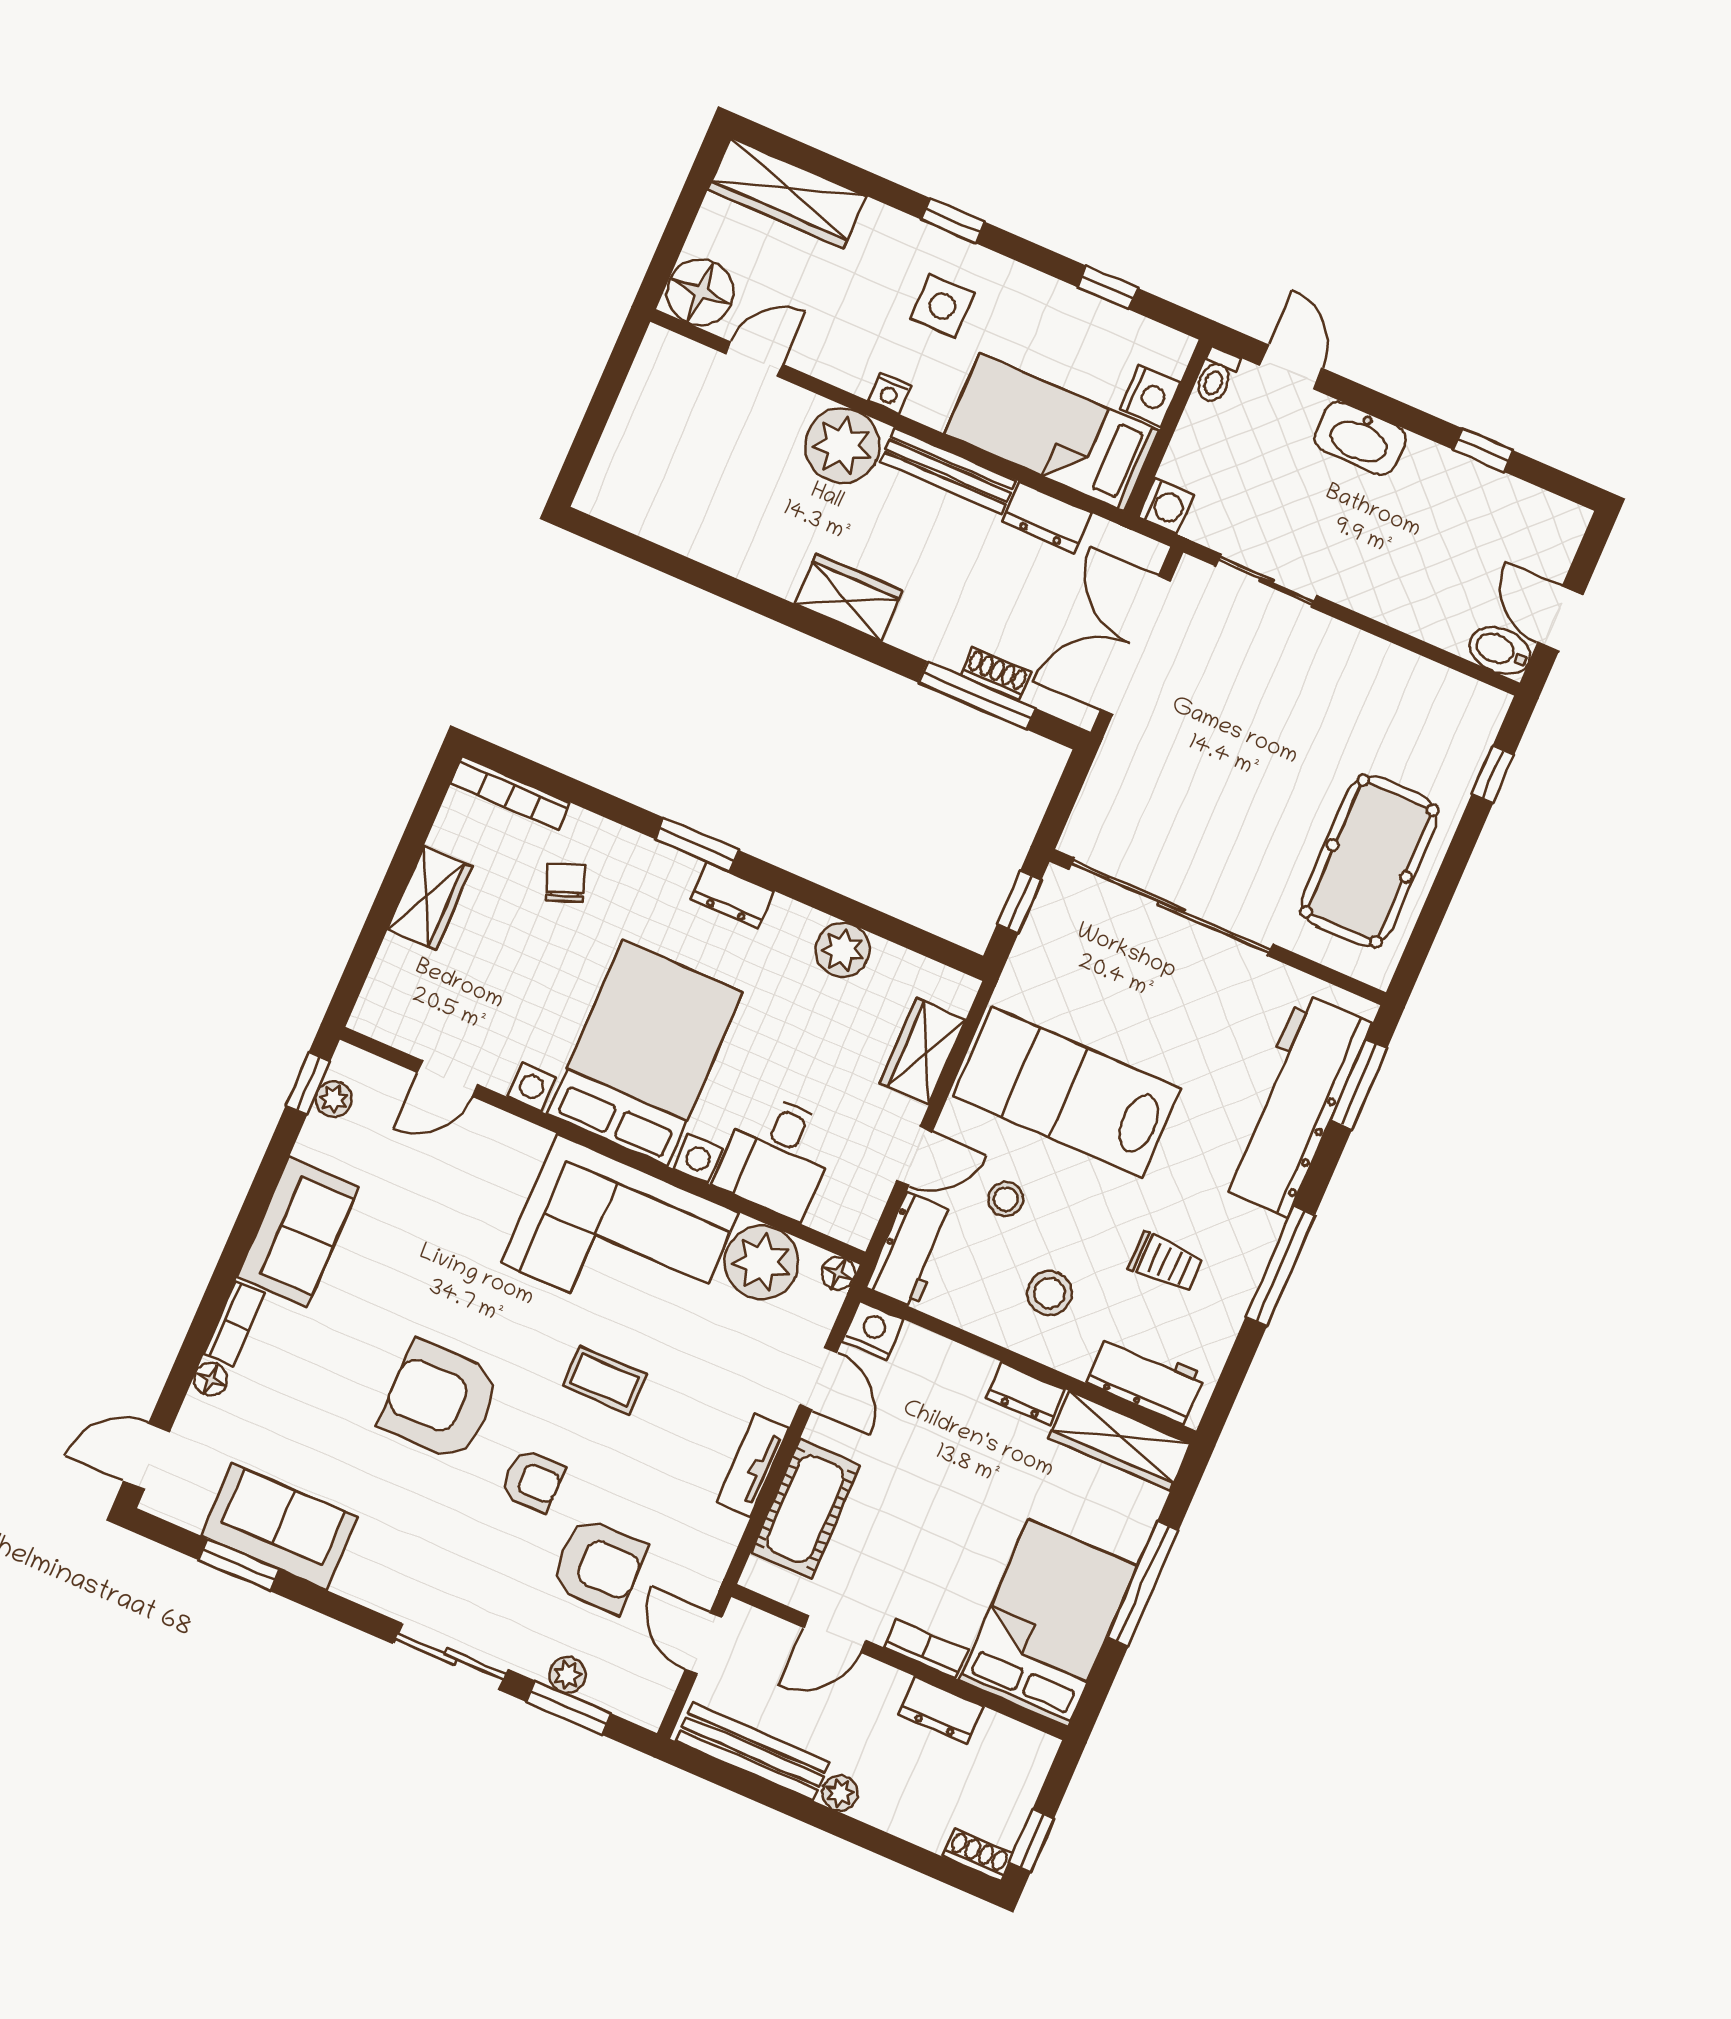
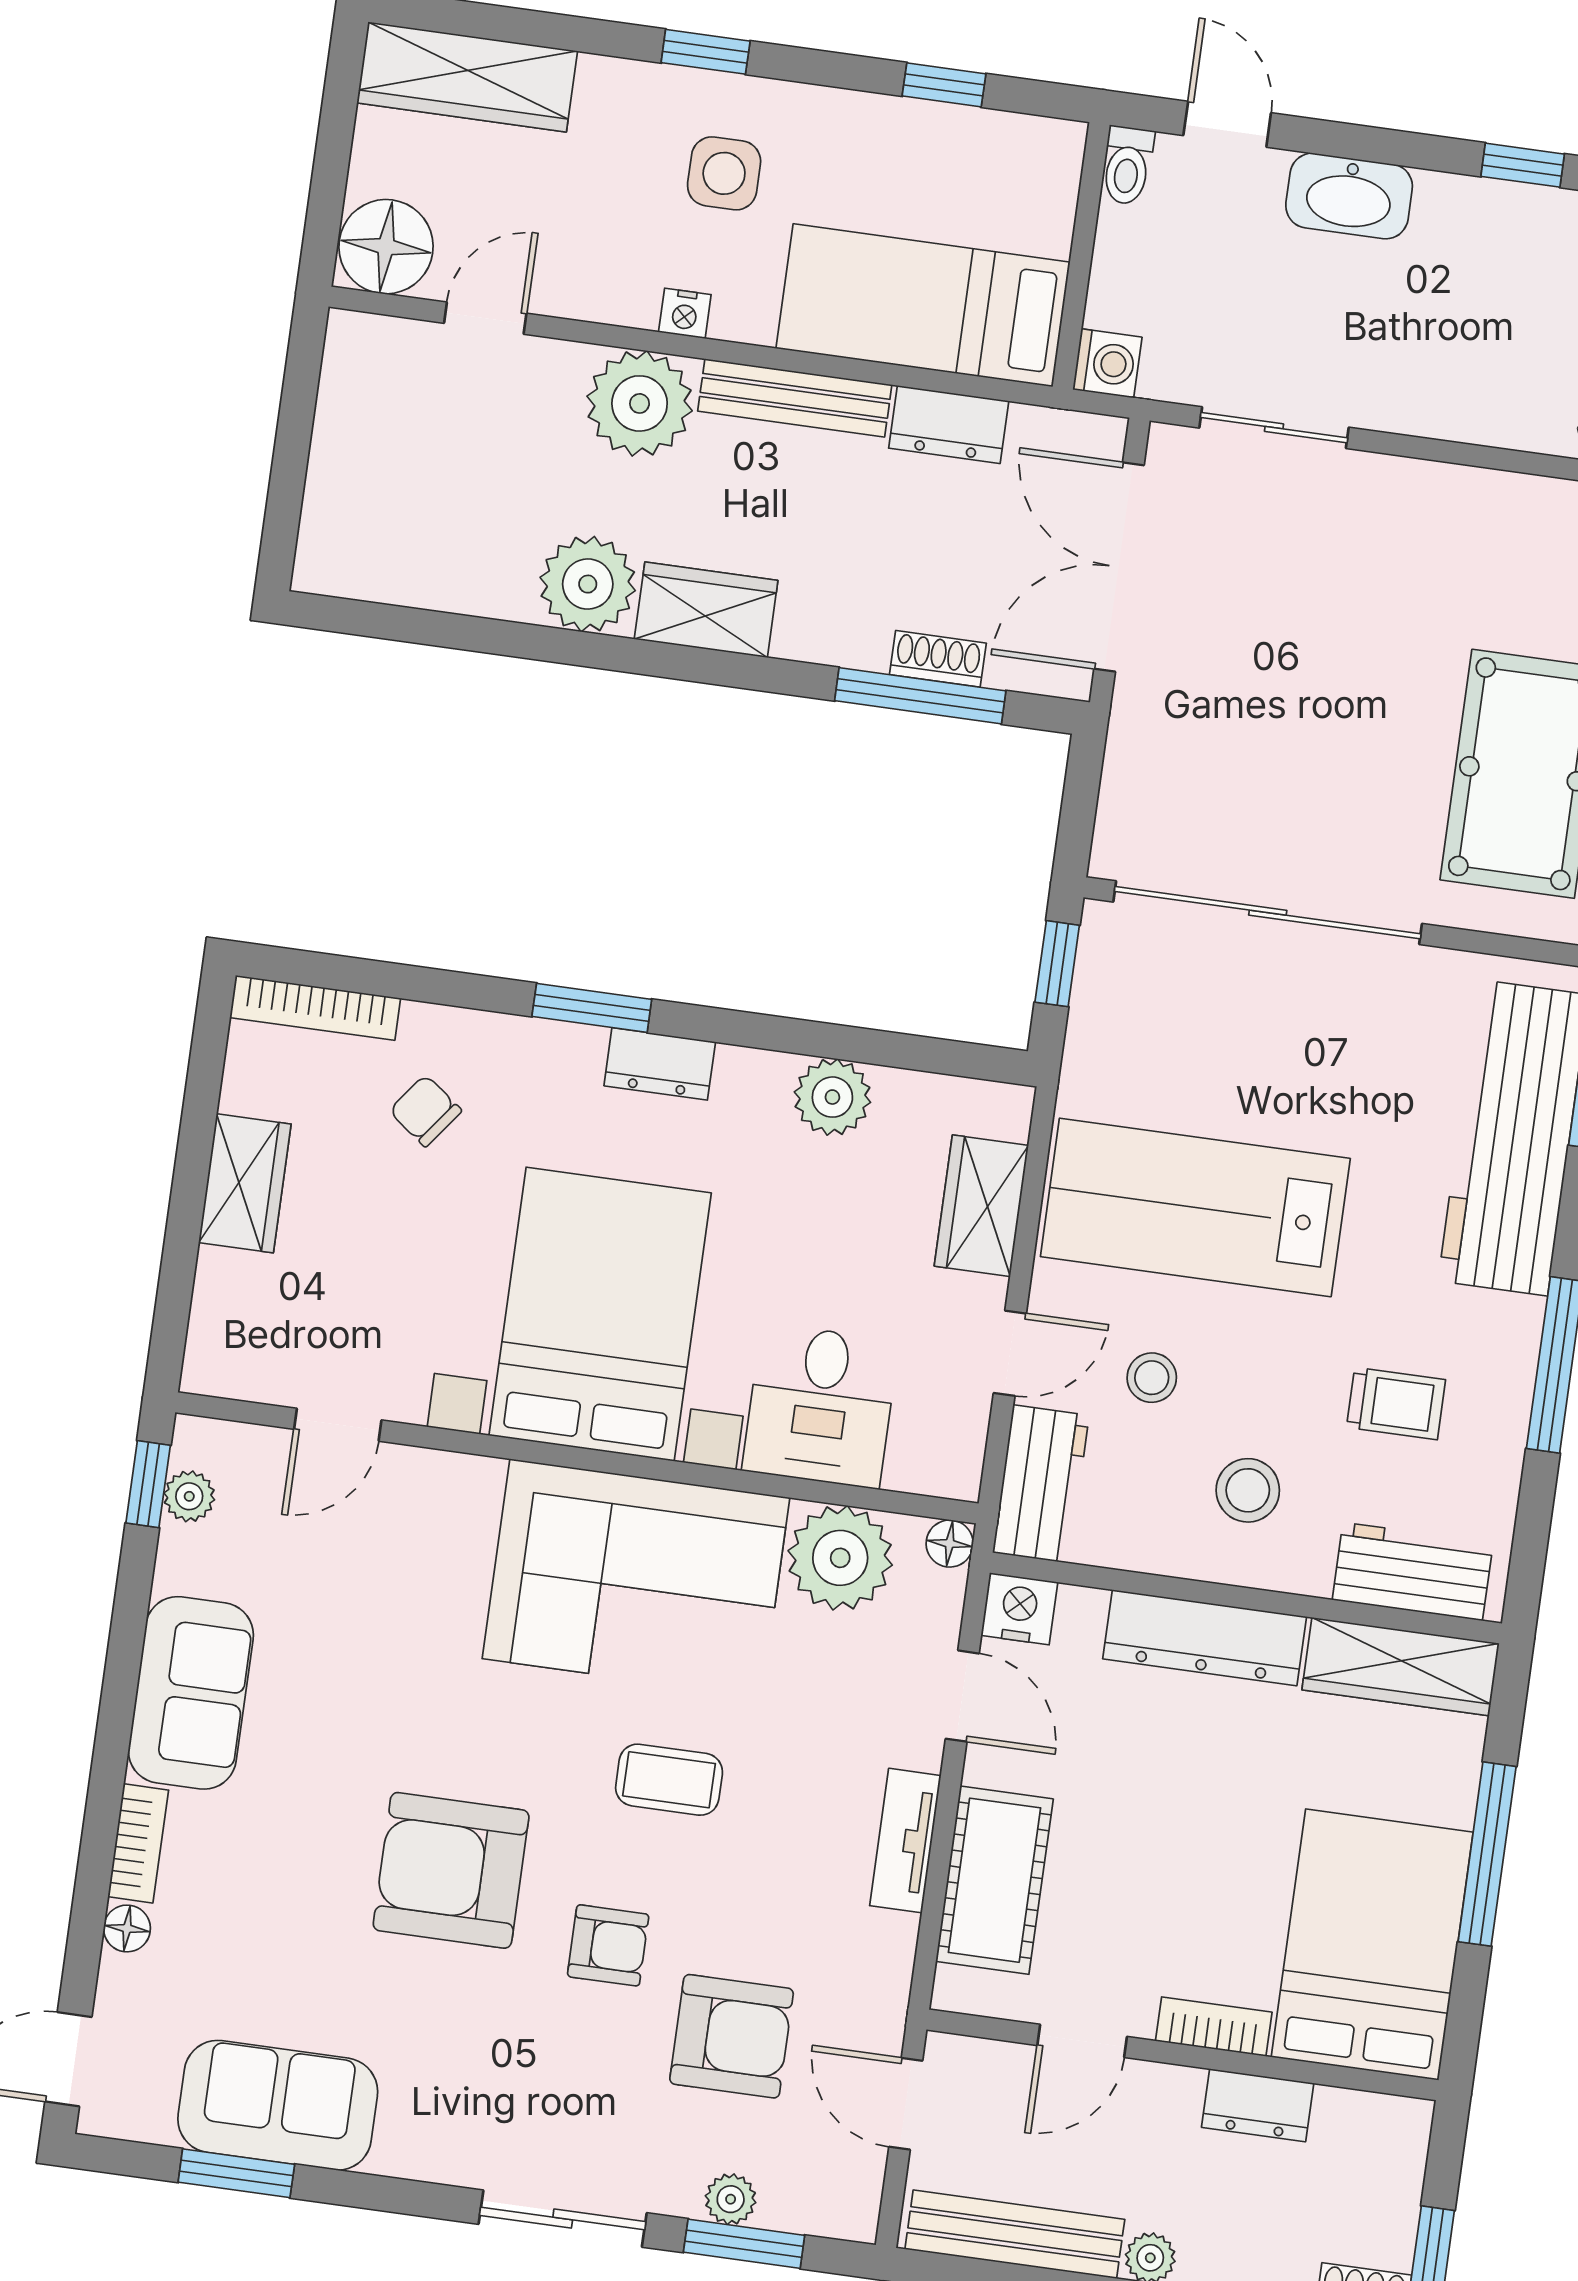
nightstand: (1150, 396) -> (1044, 218), removed
plant: (773, 558) -> (588, 584), added
chair: (565, 883) -> (425, 1111), turned -32
dresser: (1026, 1394) -> (1205, 1638), width x1.96, depth x1.24

